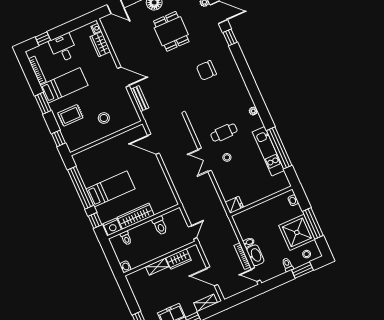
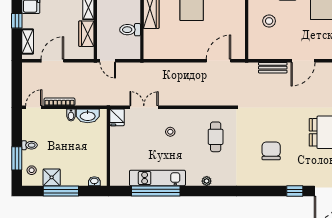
cafe table: (224, 133) -> (216, 137), moved
double door: (205, 160) -> (144, 107), moved
shower: (297, 232) -> (52, 177), width x0.54, depth x0.54
washbasin: (255, 255) -> (88, 116), moved

